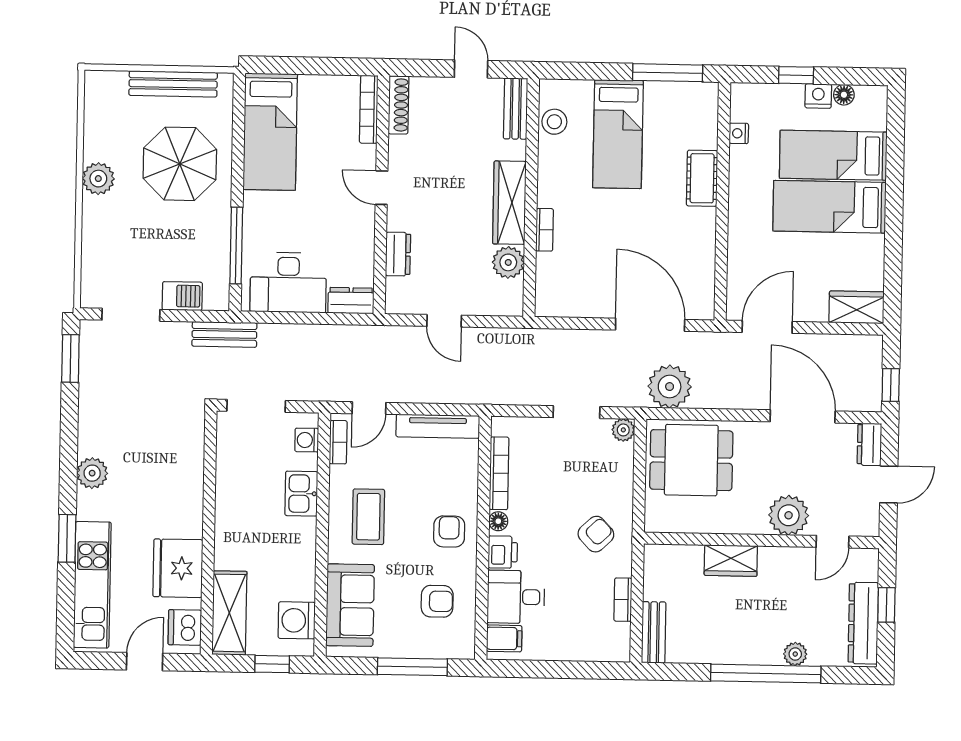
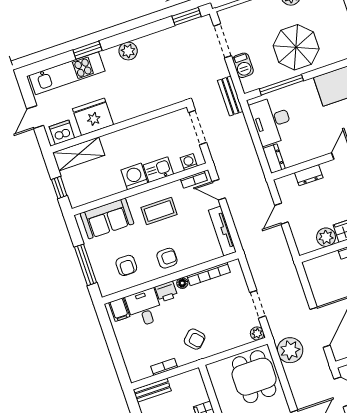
parasol: (180, 164) -> (296, 47), moved
washing machine: (297, 620) -> (134, 176), moved
door: (145, 662) -> (35, 117), swing flipped

